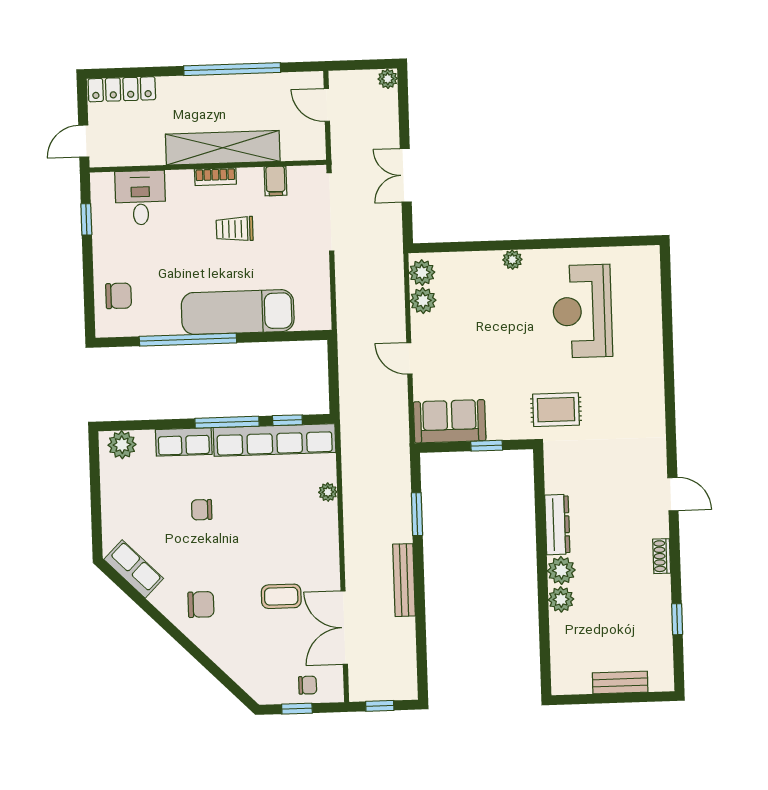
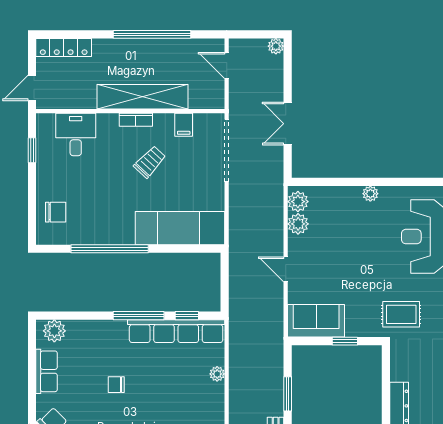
trolley: (235, 229) -> (150, 162), turned 133
exam couch: (238, 312) -> (180, 228), moved
row of seats: (184, 442) -> (47, 371), moved, turned -90

